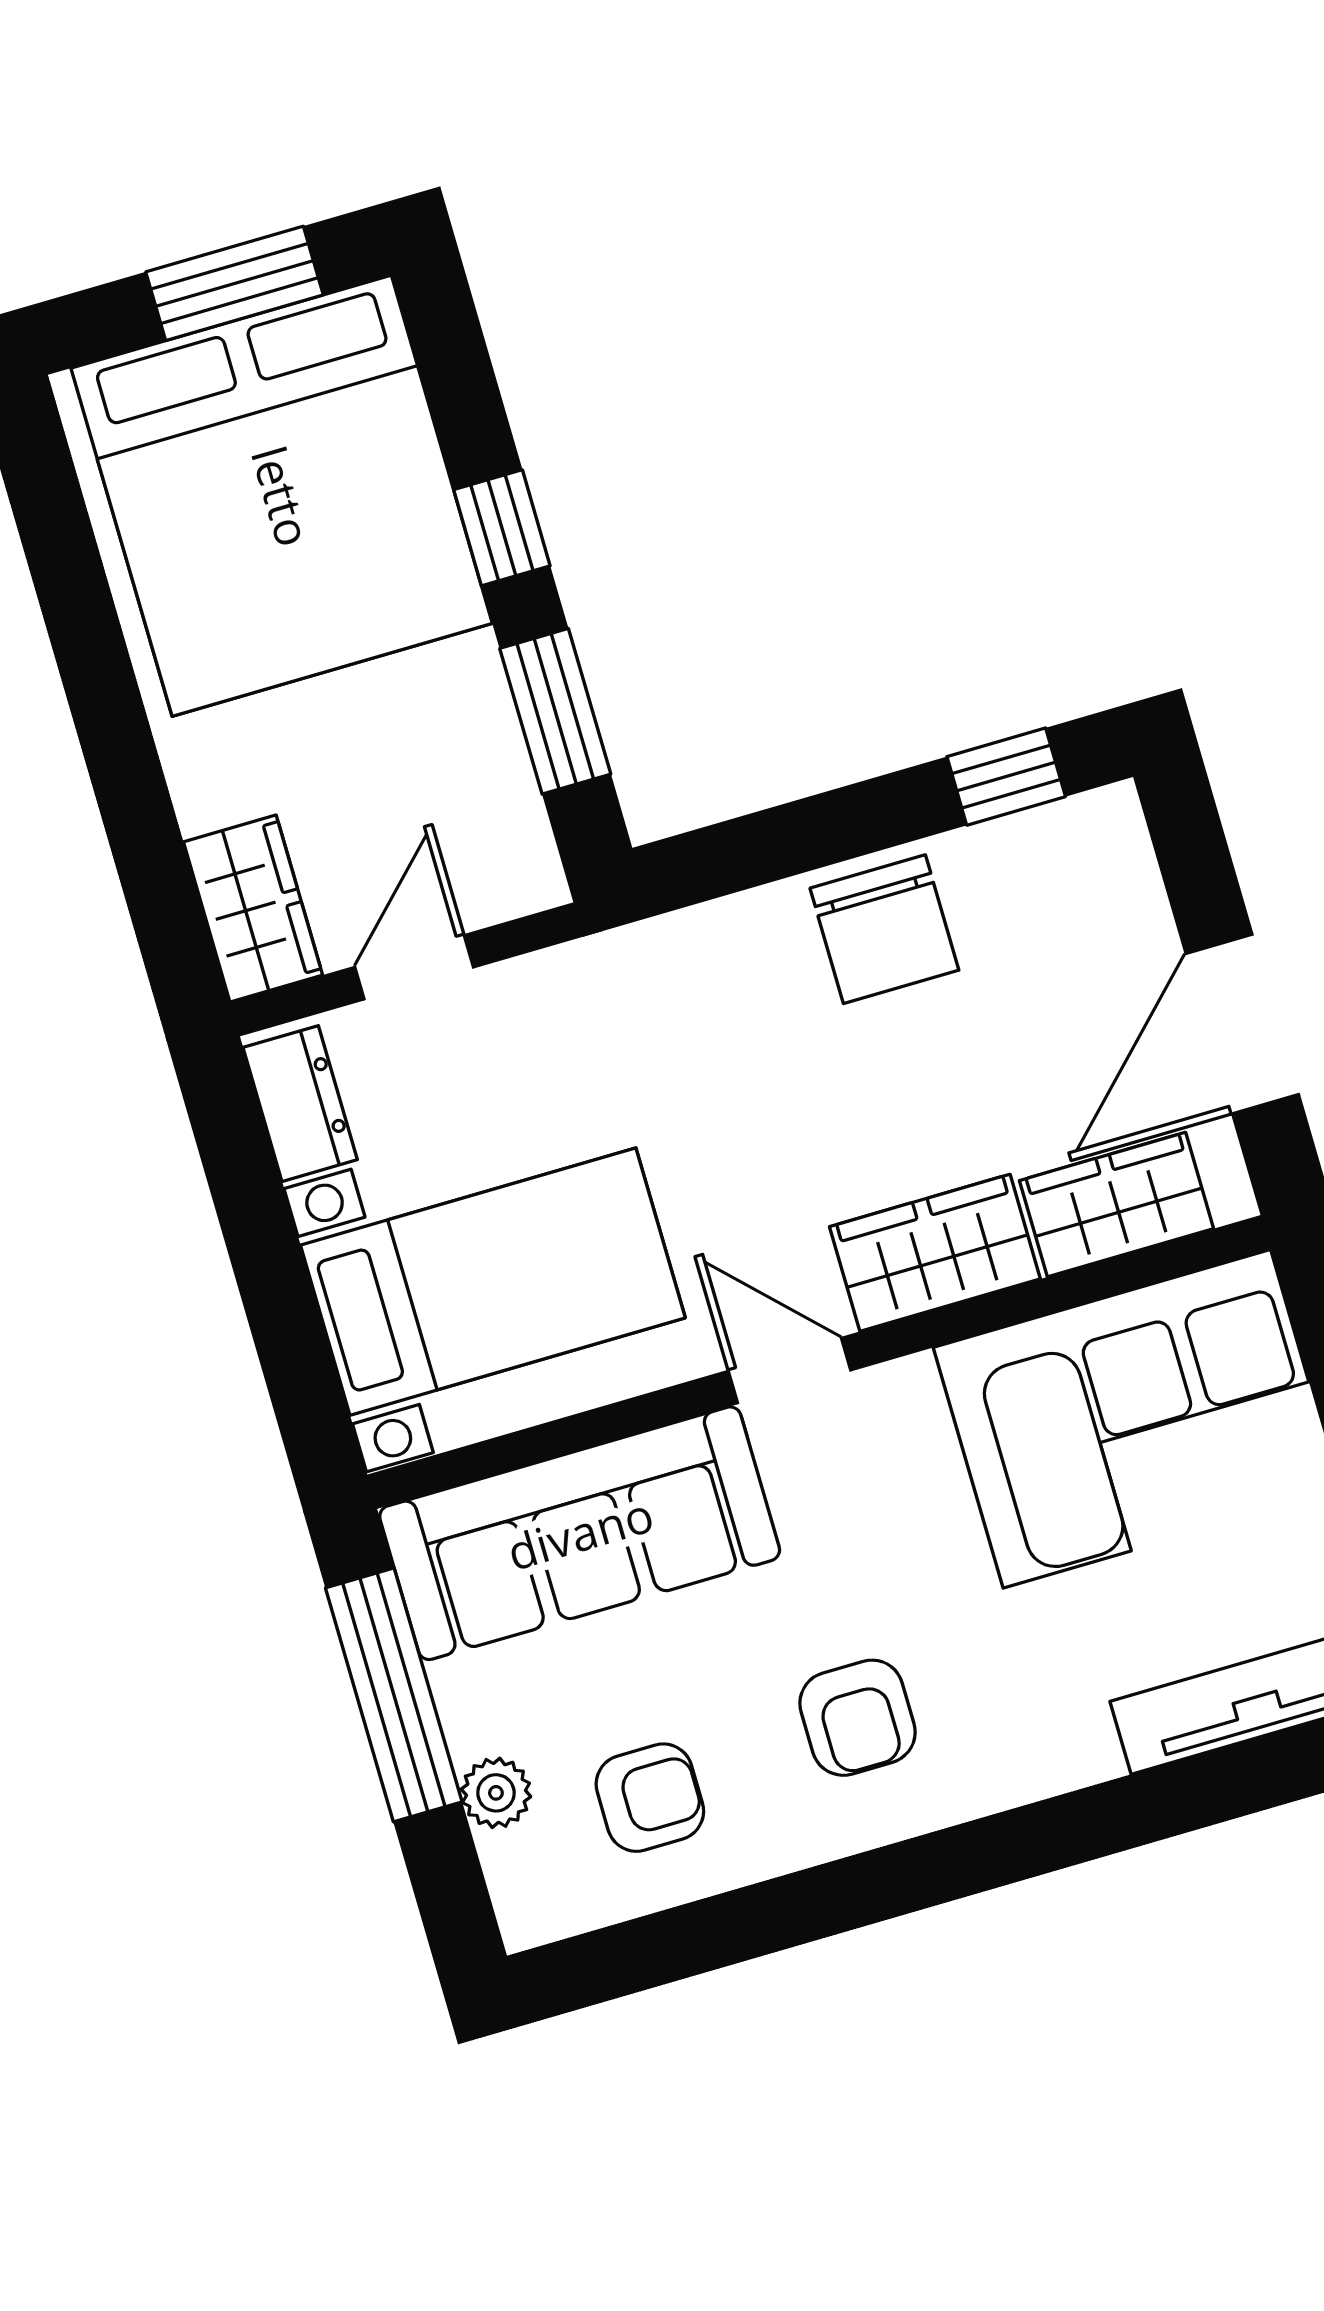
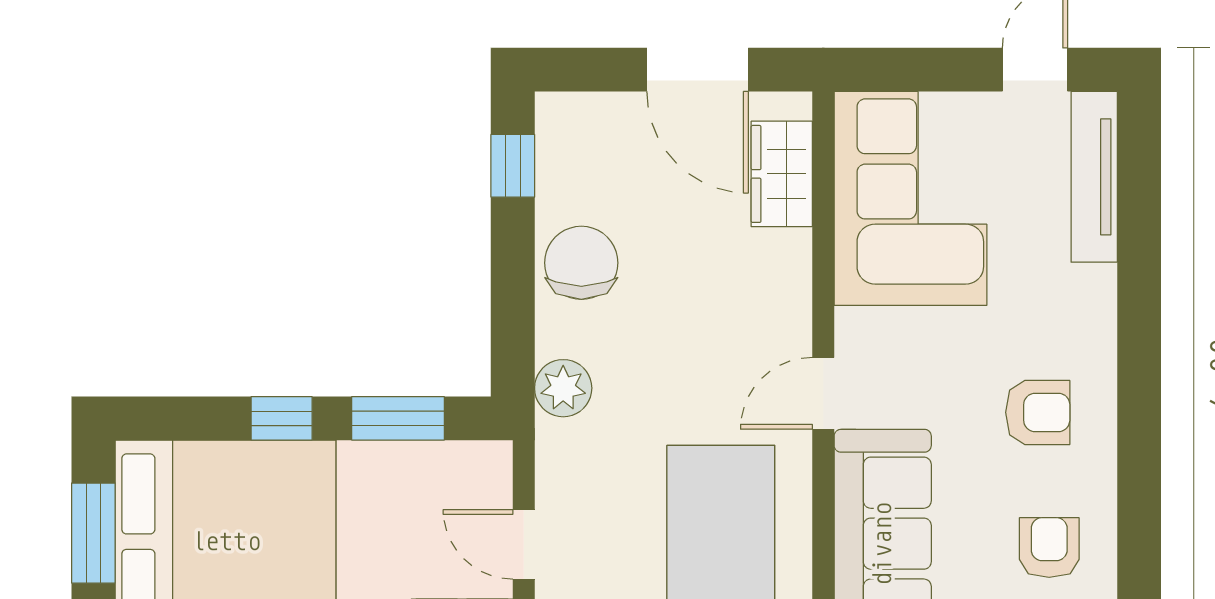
chair: (884, 929) -> (581, 263), turned -90
plant: (678, 958) -> (563, 388), added
wardrobe: (935, 1253) -> (779, 288), removed

